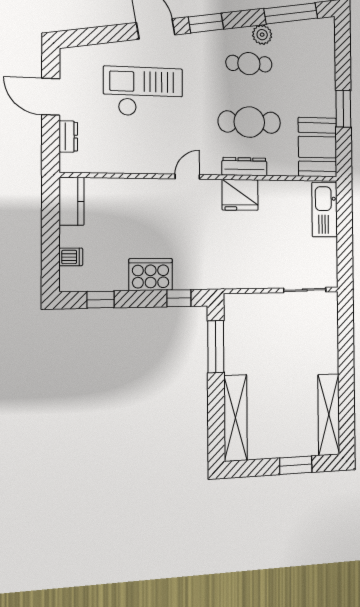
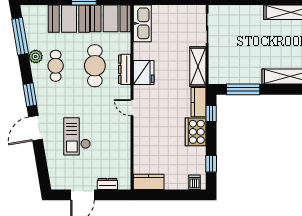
booth: (316, 86) -> (69, 19), added
checkout: (143, 92) -> (77, 136), width x0.73, depth x0.83
kitchen sink: (325, 210) -> (142, 23), moved, turned -90
dishwasher: (71, 257) -> (194, 182), moved
shelving: (249, 277) -> (198, 67), added
kitchen counter: (196, 278) -> (198, 102), added

